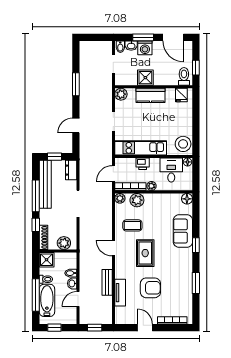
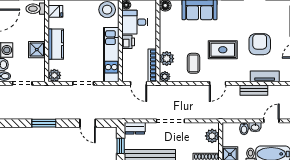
printer: (143, 164) -> (128, 42), moved
plant: (151, 186) -> (152, 43), removed
door: (78, 299) -> (271, 121), swing flipped

